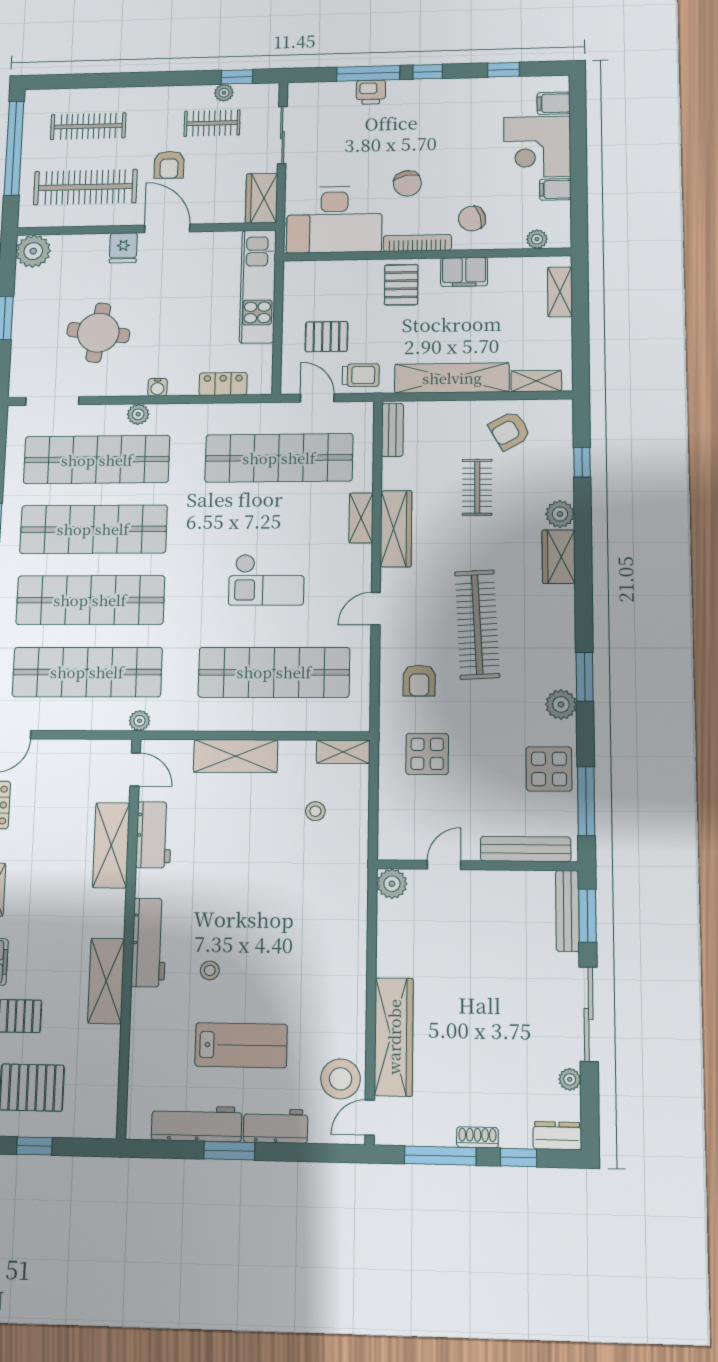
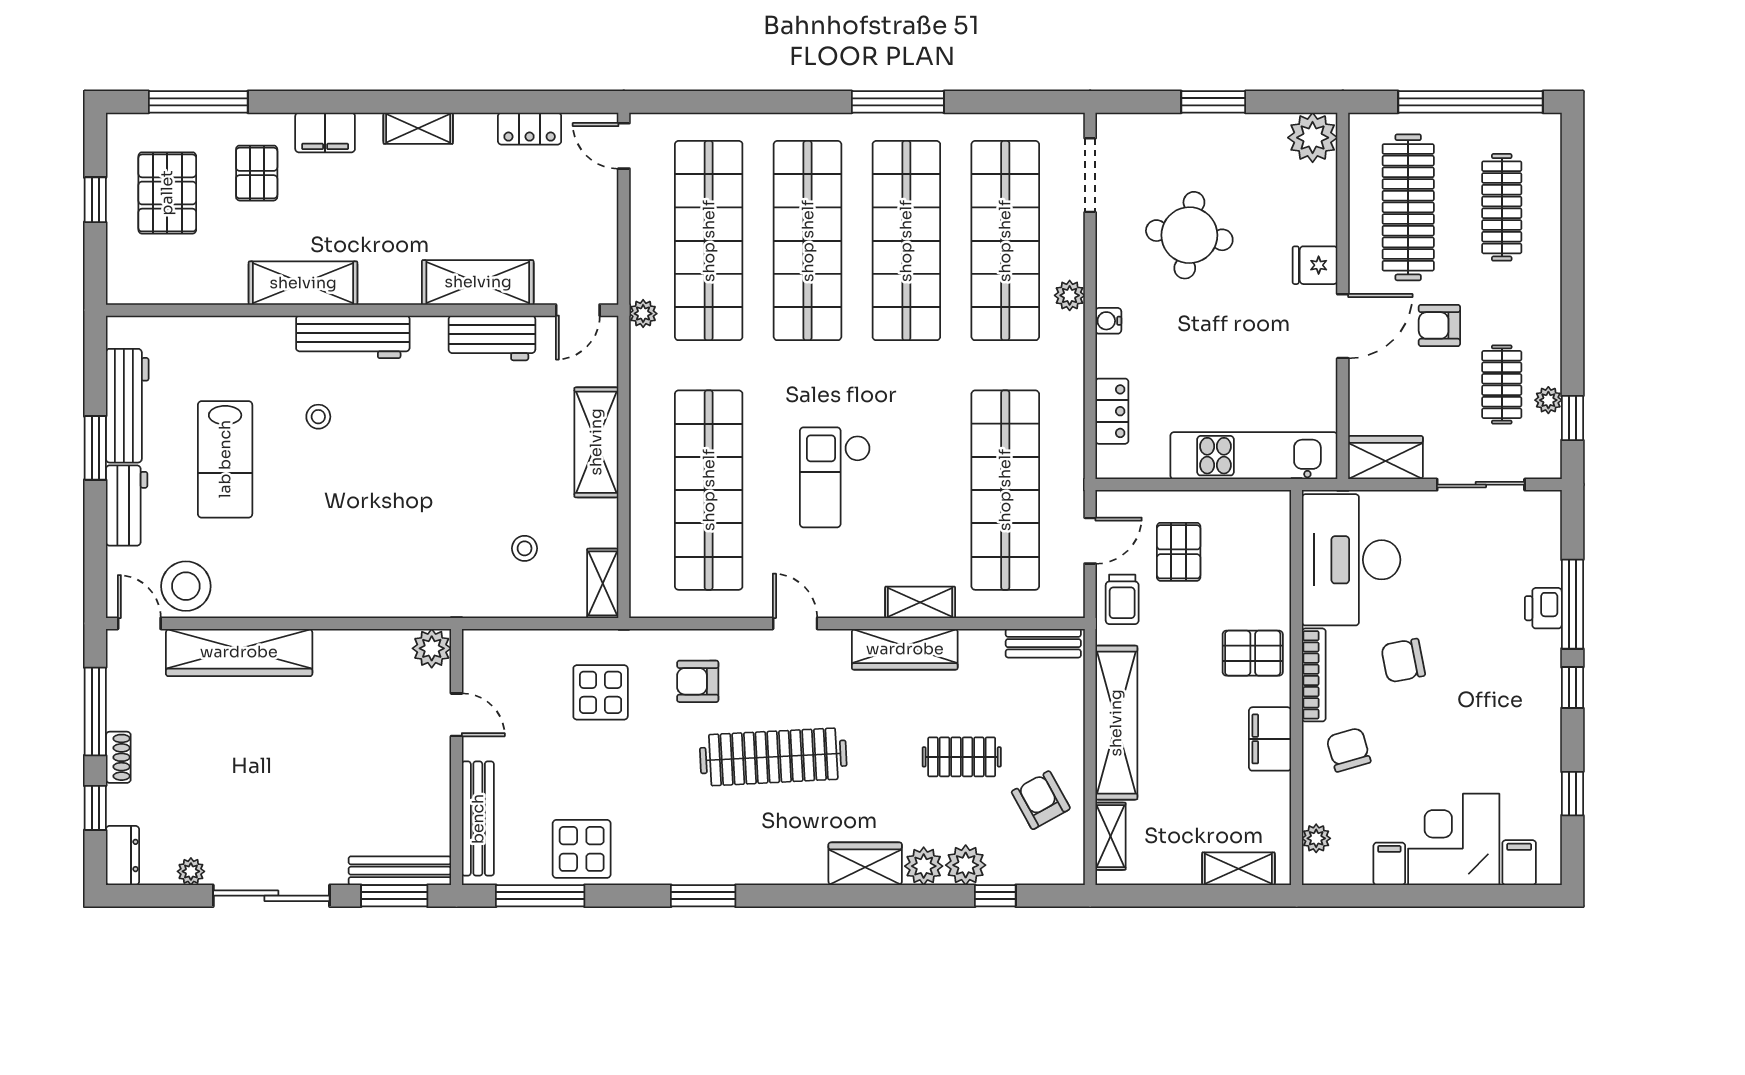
plant: (561, 704) -> (966, 865), moved

